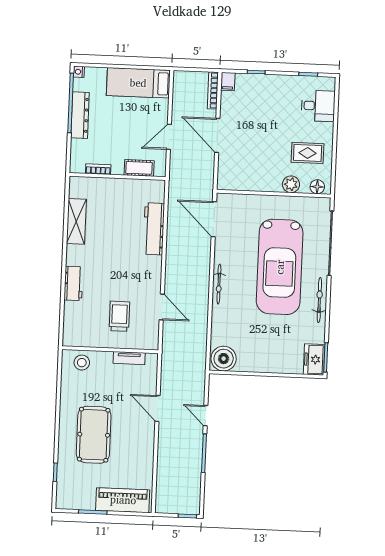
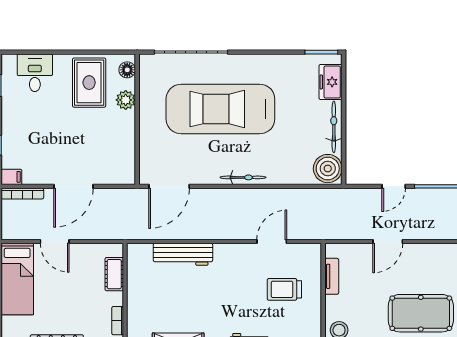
door: (169, 137) -> (55, 242), moved
rug: (308, 153) -> (89, 83), width x1.36, depth x1.43
car: (280, 267) -> (220, 109), turned 180
bicycle: (319, 300) -> (334, 127), moved, turned 90
freezer: (314, 359) -> (331, 82), moved, turned 90

